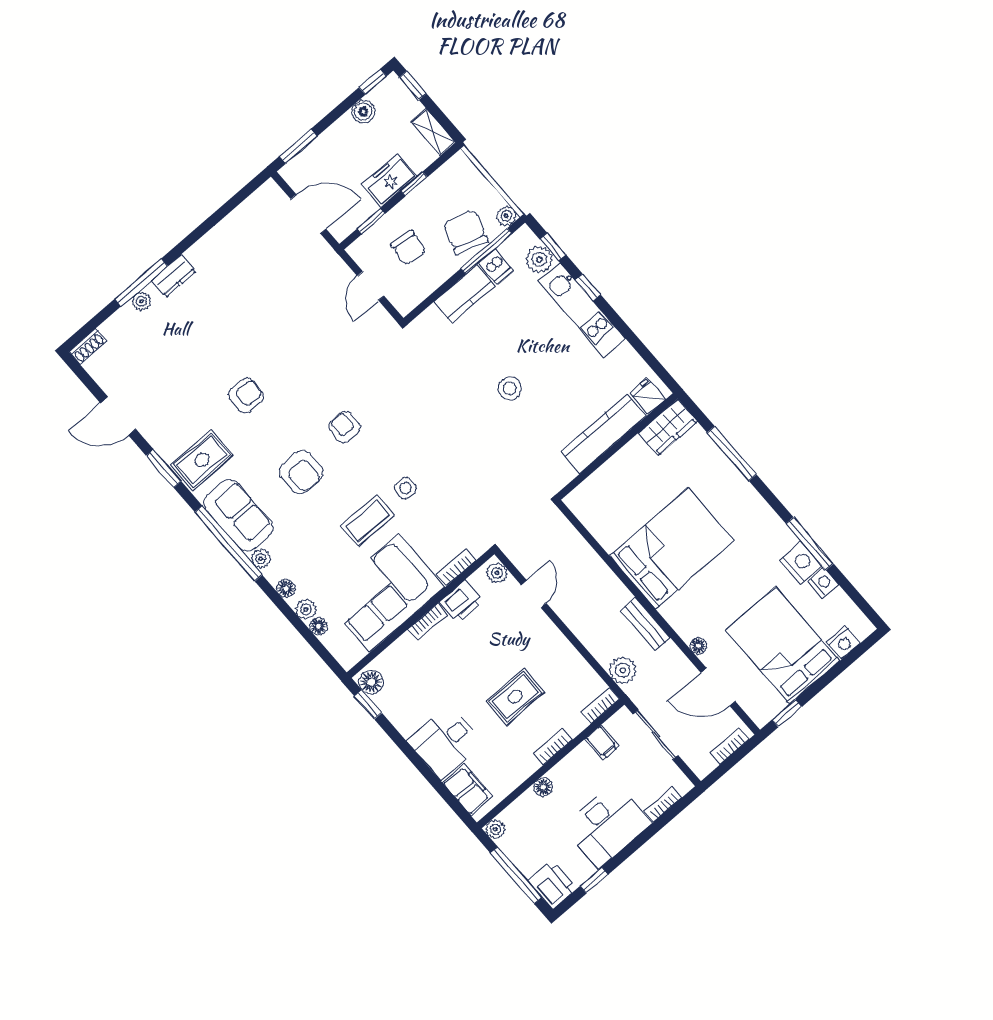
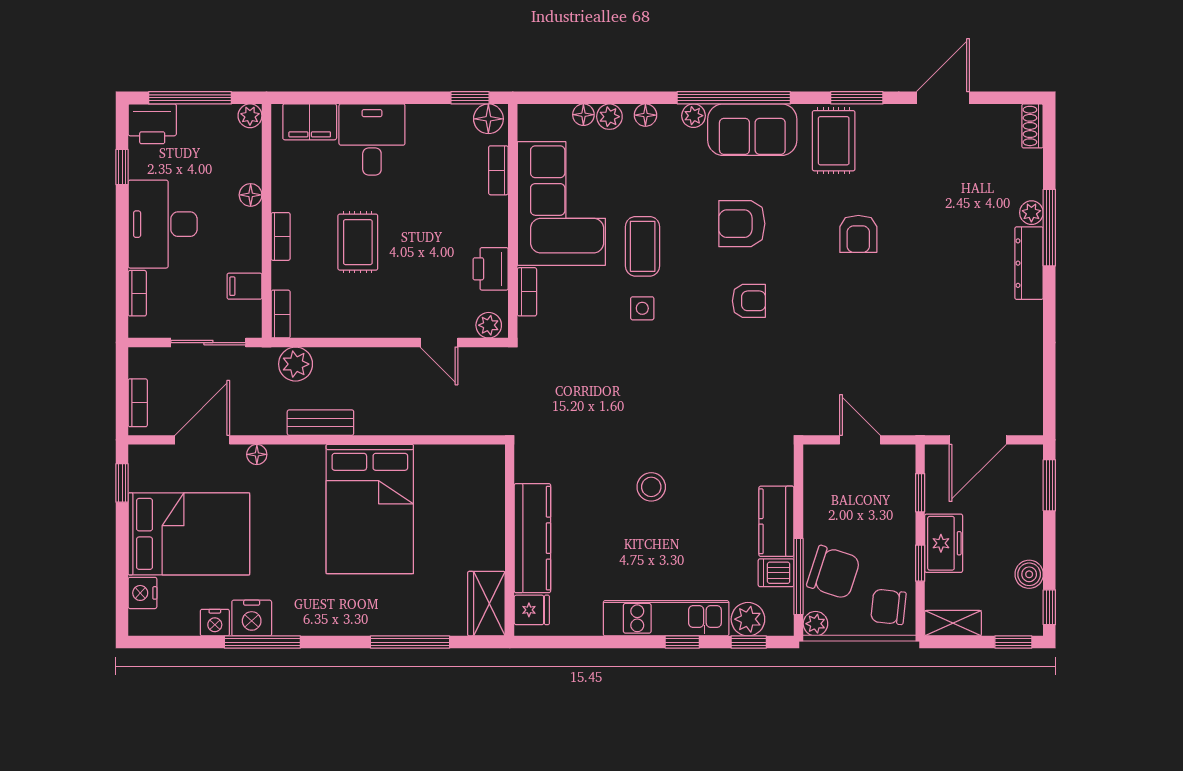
chair: (408, 248) -> (888, 607), moved
dresser: (173, 276) -> (1029, 263), width x1.44
bookcase: (428, 622) -> (498, 170), moved

